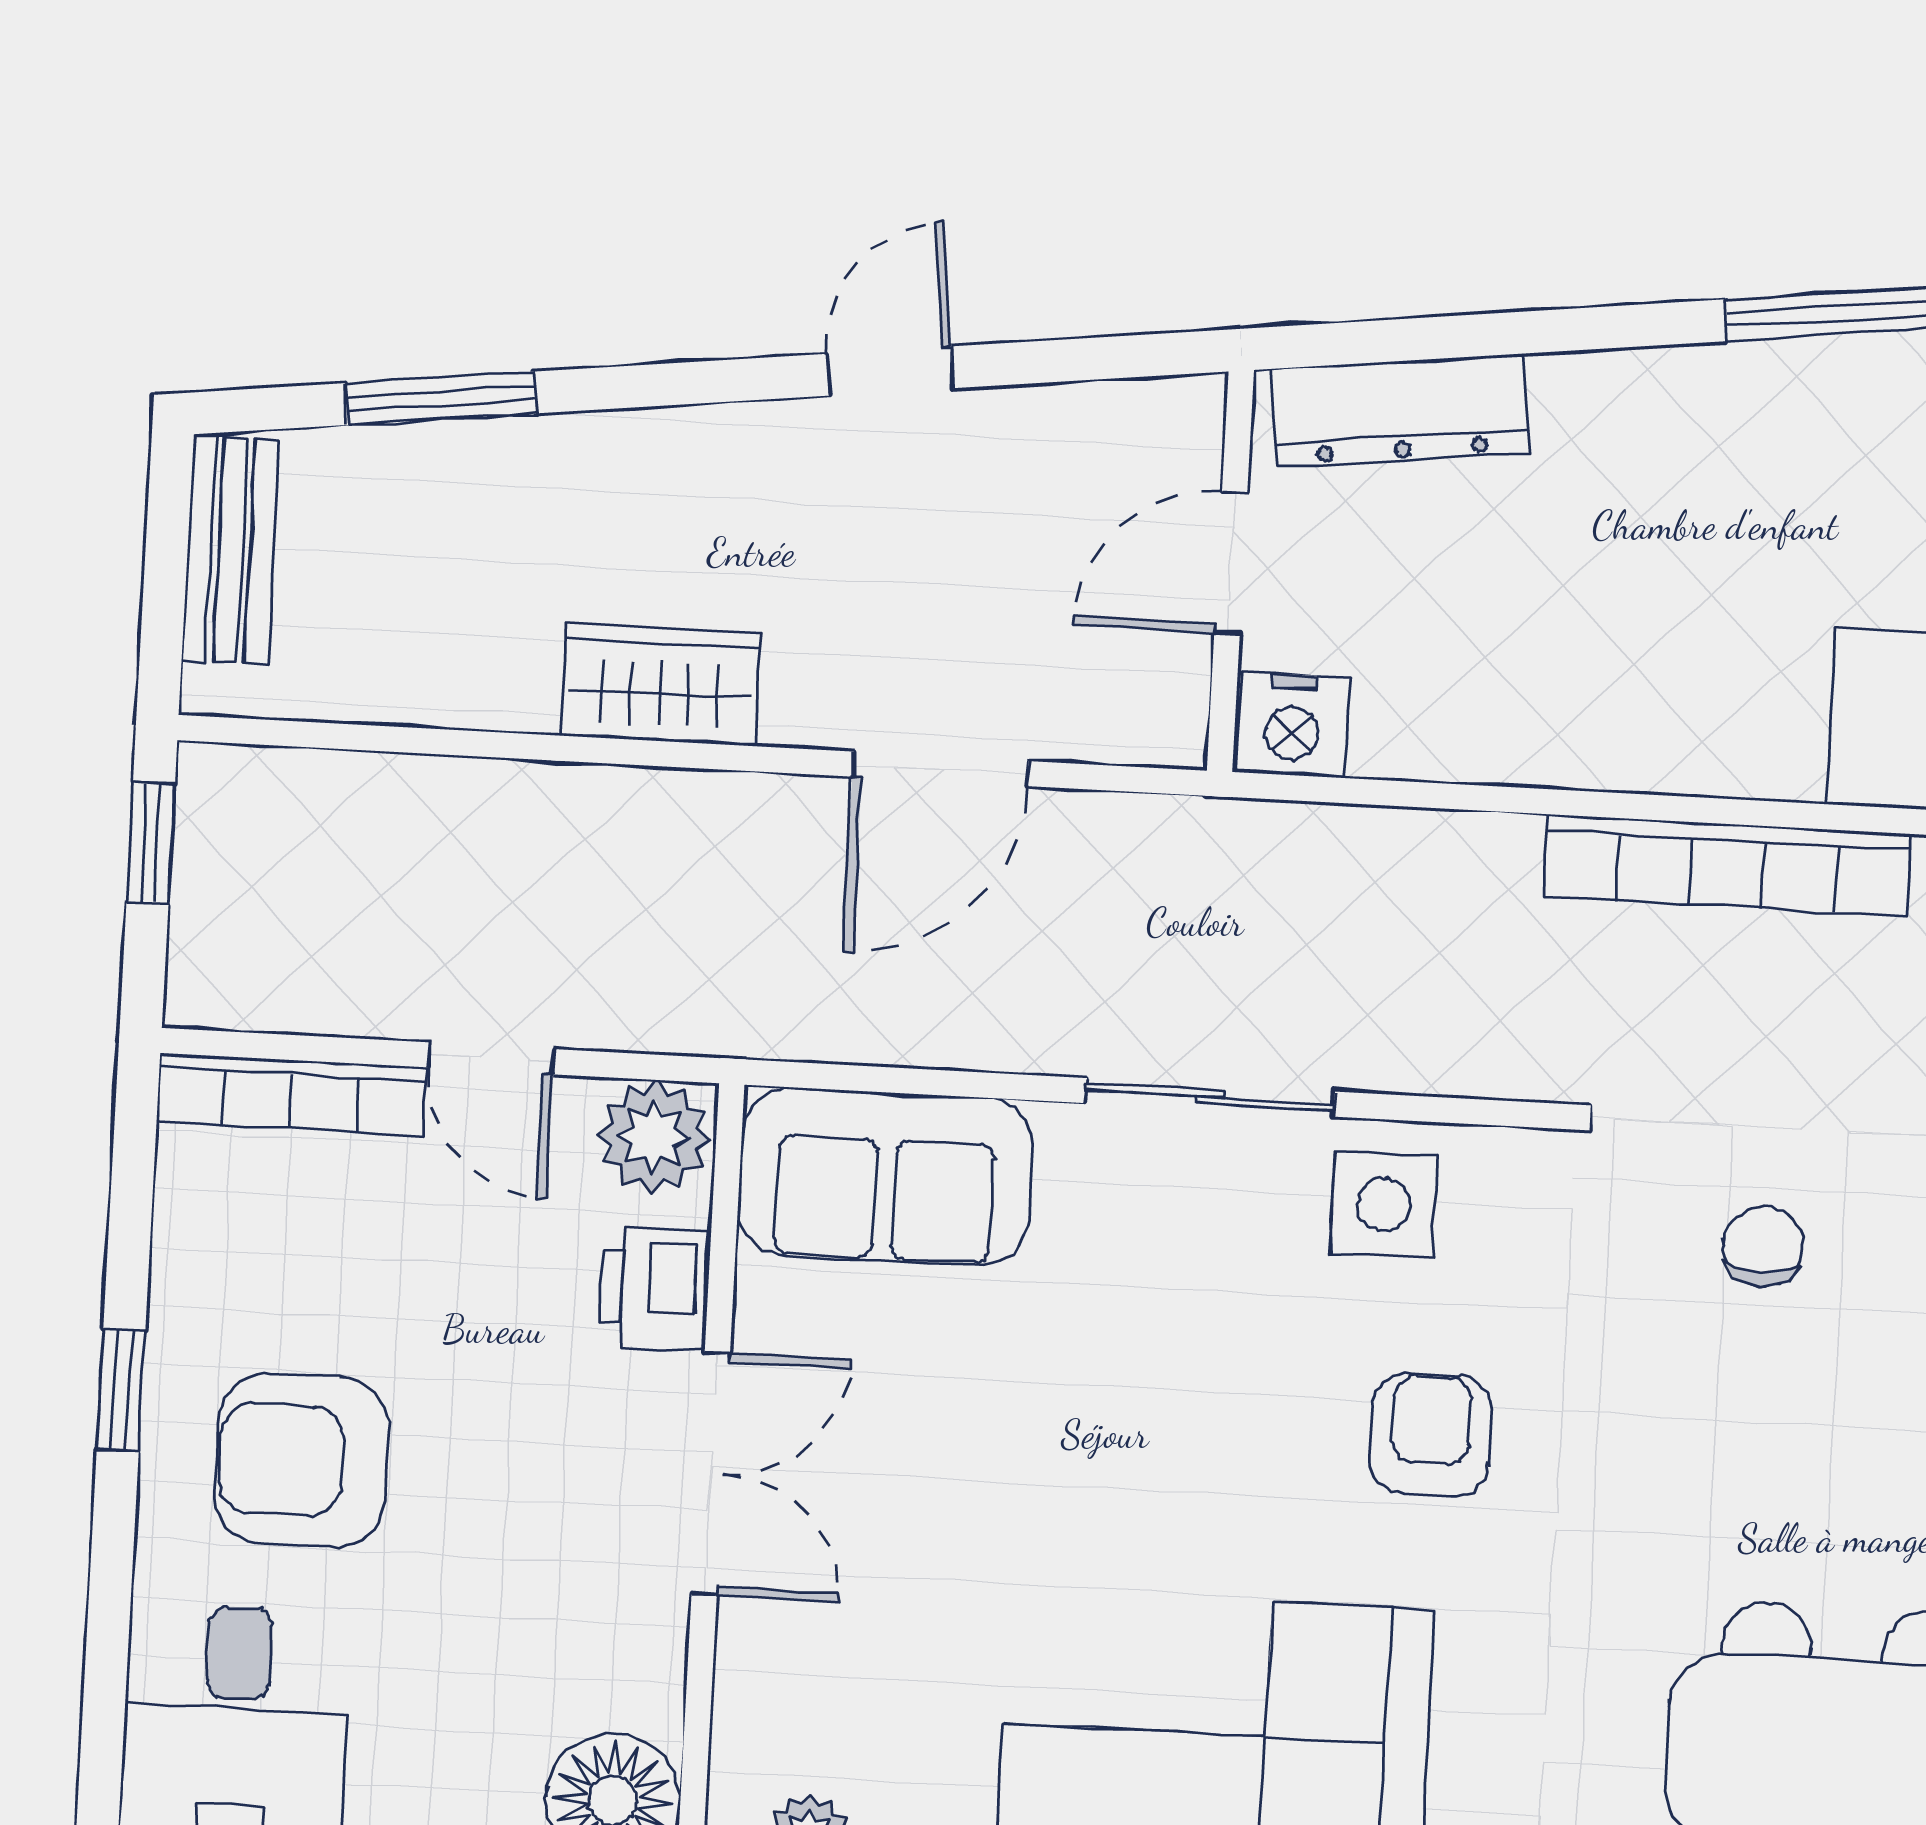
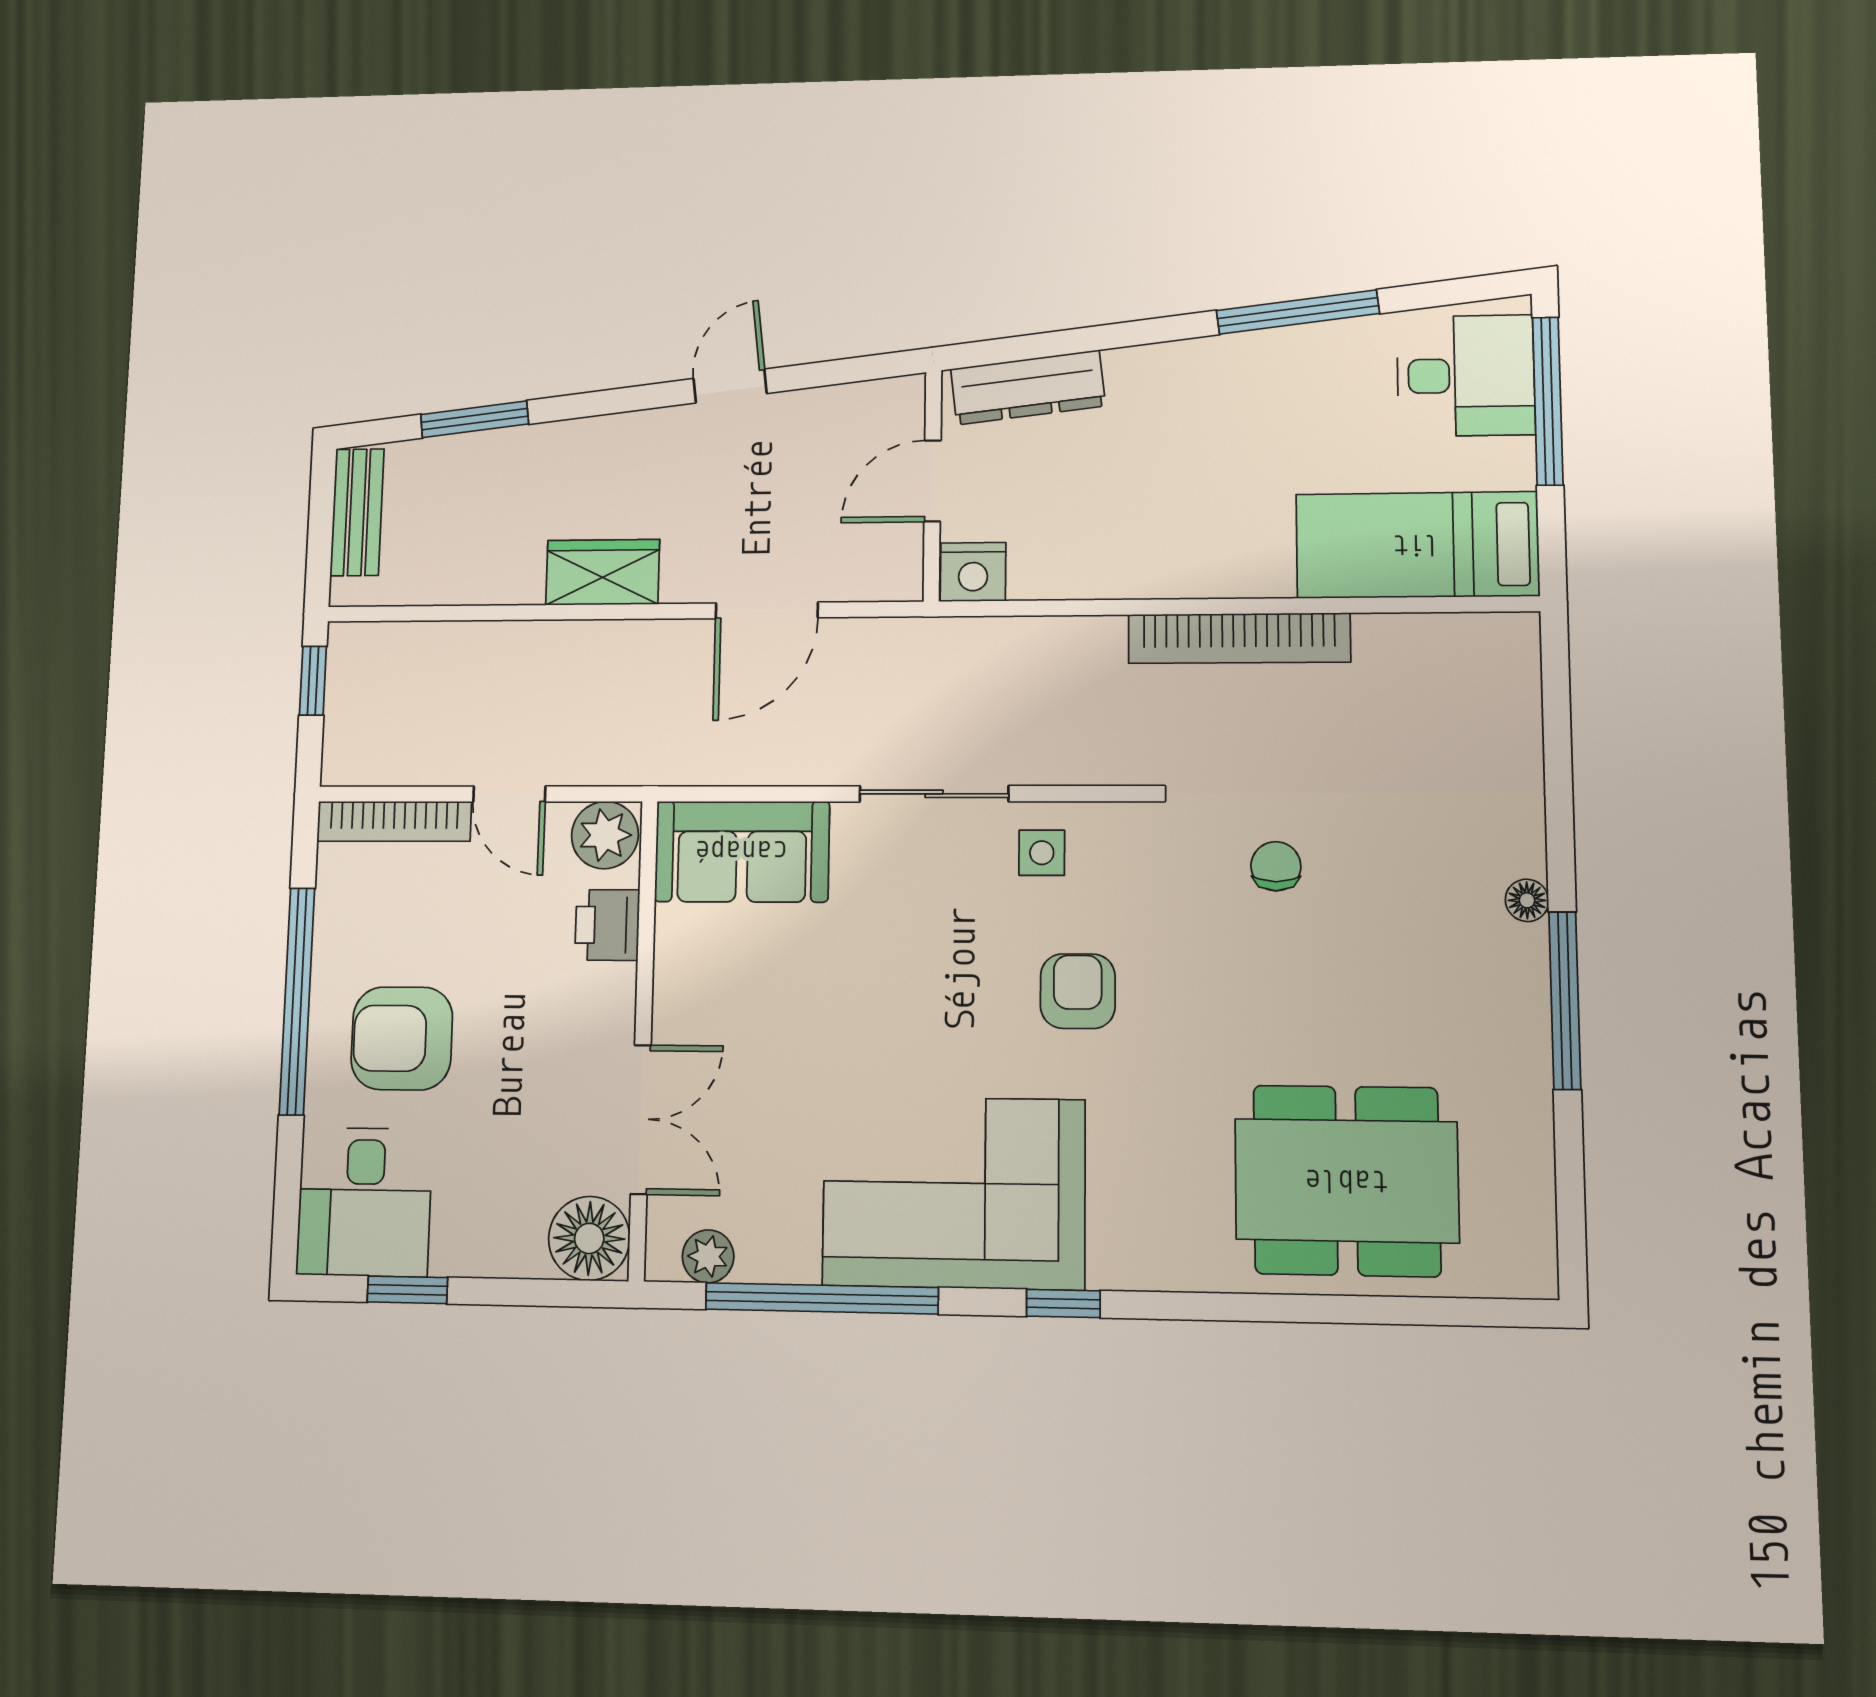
side table: (1384, 1205) -> (1042, 853), width x0.73, depth x0.73
window: (121, 1390) -> (297, 1001), width x3.17
double door: (711, 1474) -> (641, 1119), moved

